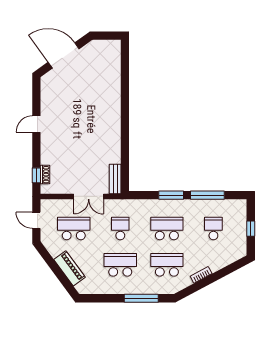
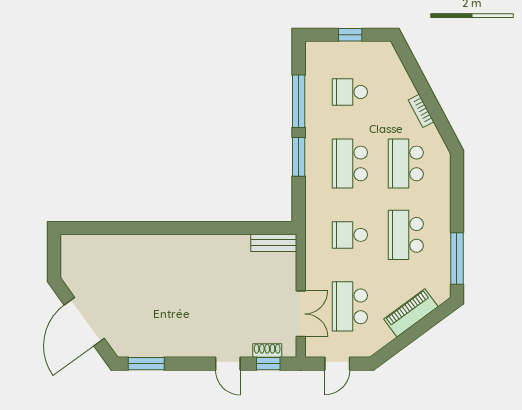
window: (36, 96) -> (146, 364), added
door: (36, 124) -> (228, 364), moved
double door: (89, 196) -> (301, 314), moved
window: (141, 298) -> (457, 258), moved

